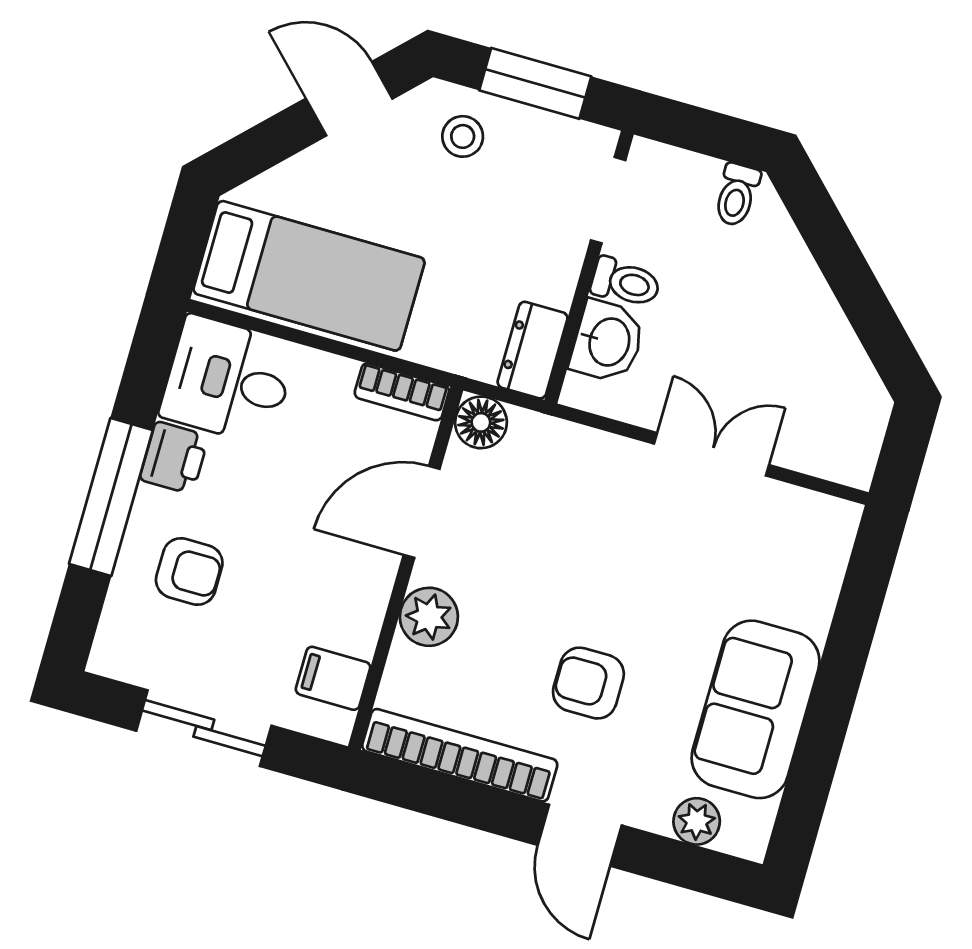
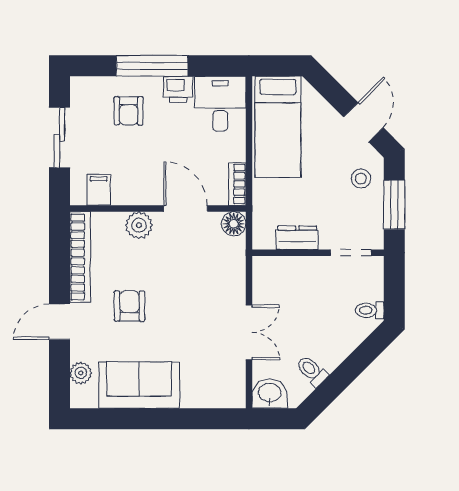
toilet: (626, 282) -> (312, 371), moved, turned 135
washbasin: (608, 341) -> (270, 394), moved, turned 180
dresser: (533, 350) -> (297, 238), moved

